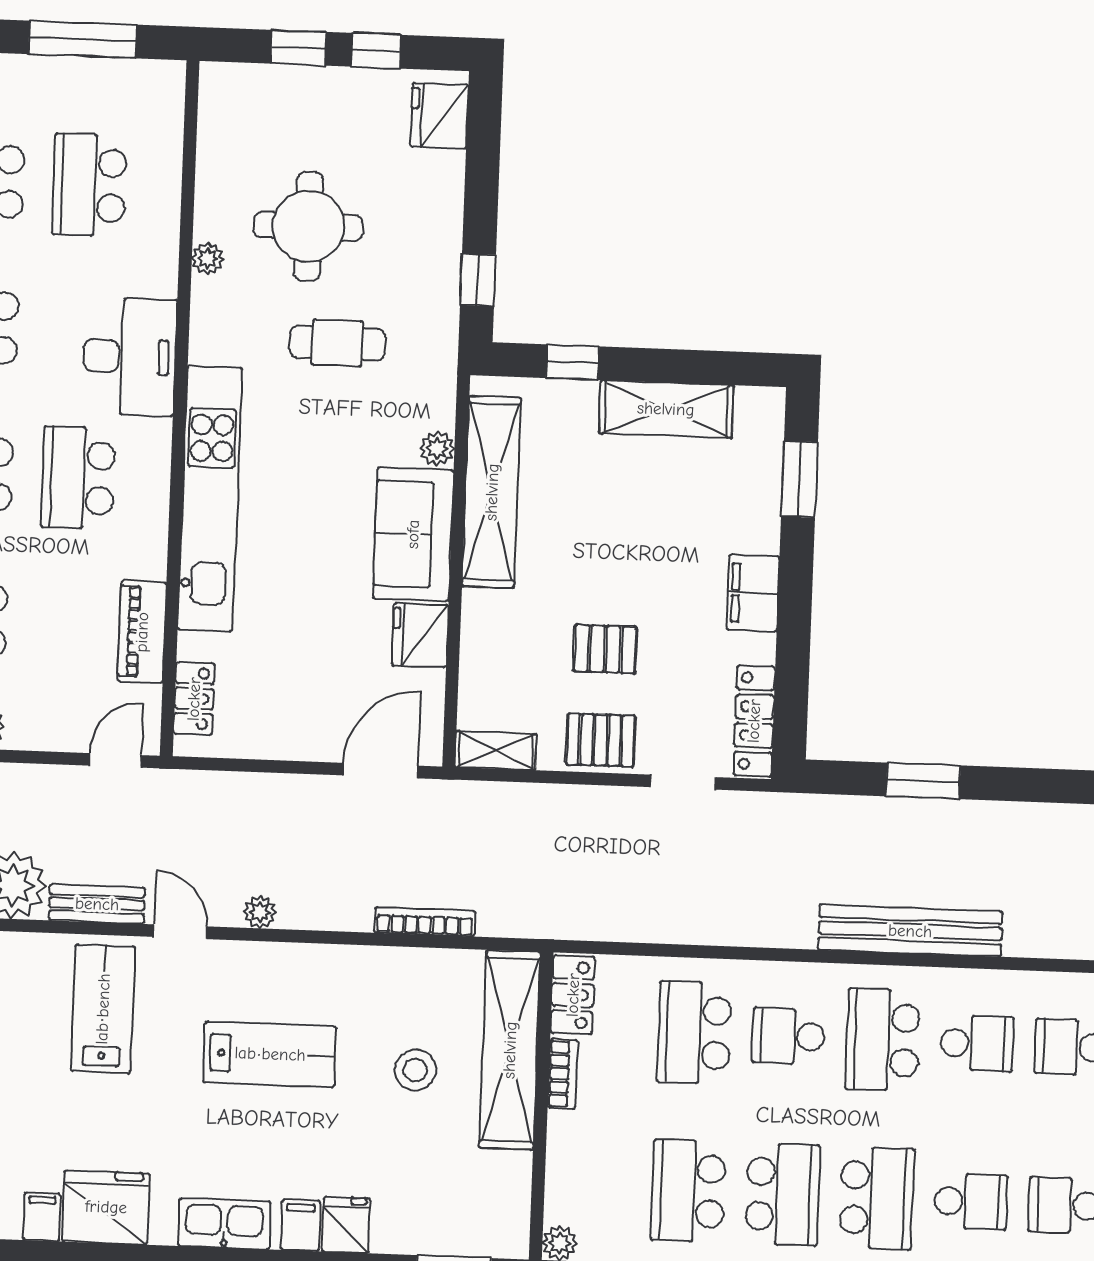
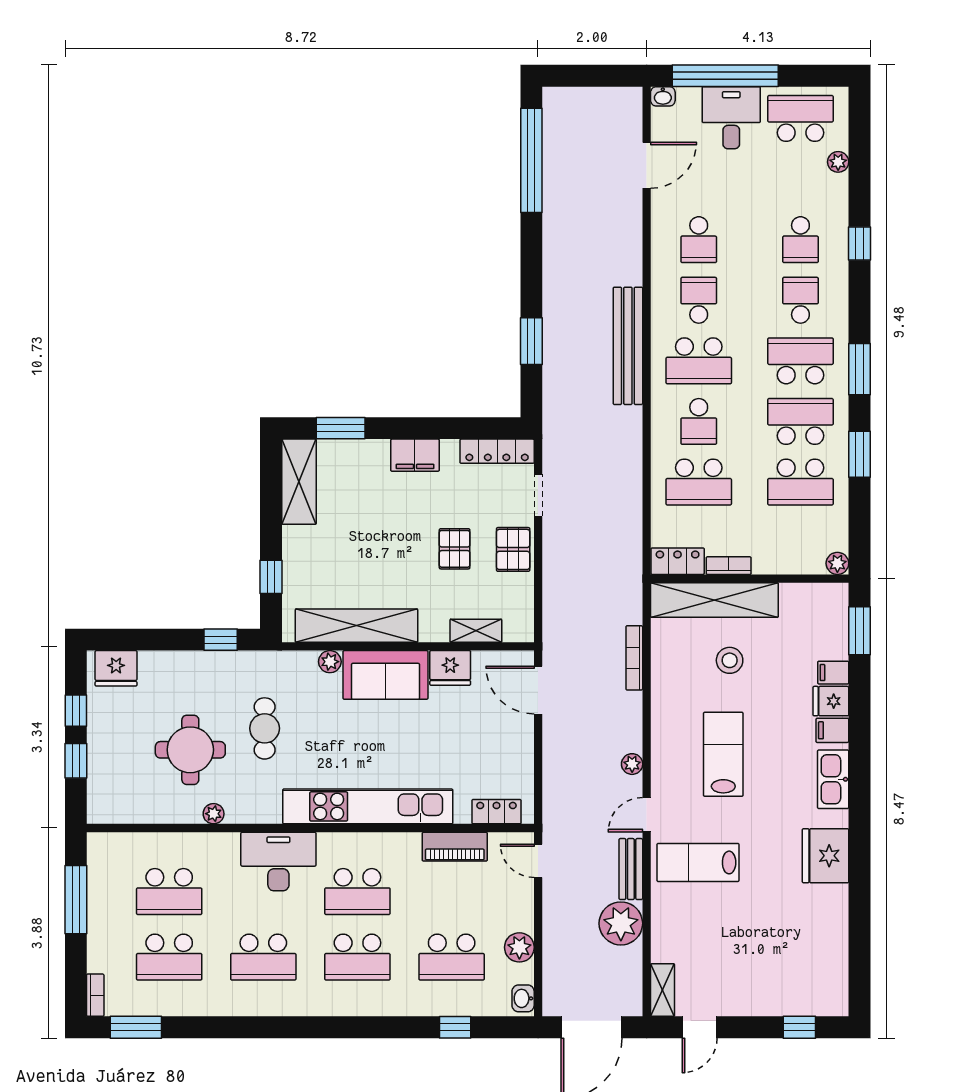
shelving: (666, 409) -> (299, 482), moved
shelving: (496, 751) -> (476, 631), moved, turned 90
filing cabinet: (42, 1217) -> (833, 673), moved

